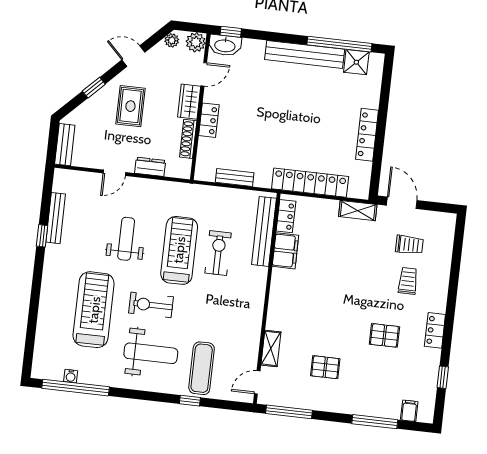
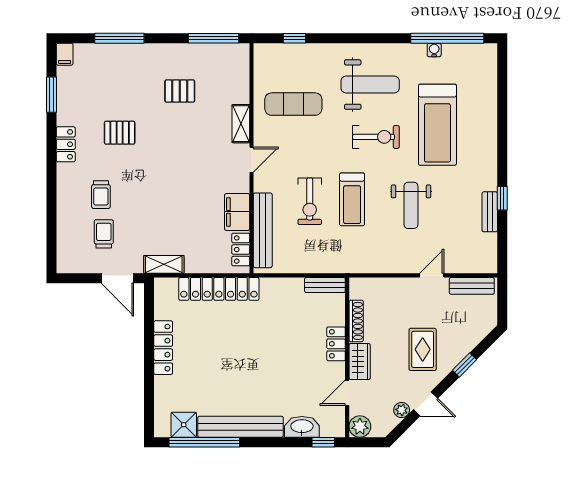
plant: (172, 40) -> (402, 410), moved
washbasin: (225, 45) -> (302, 427), moved
bench: (65, 145) -> (472, 286), moved, turned 90
dresser: (150, 167) -> (394, 286), removed
bench: (235, 178) -> (325, 285), moved
bench: (56, 218) -> (490, 212), width x0.73
trolley: (409, 245) -> (104, 234), turned 90
treadmill: (179, 250) -> (352, 199), width x0.73, depth x0.73
shelving: (271, 348) -> (241, 124), moved
weight bench: (151, 353) -> (370, 85), turned 180
exercise mat: (202, 368) -> (293, 104), moved, turned 90
water cooler: (71, 376) -> (434, 50), moved
window: (443, 377) -> (51, 95), width x1.50
door: (257, 382) -> (251, 160), moved
window: (190, 401) -> (294, 38), moved
filing cabinet: (409, 411) -> (65, 54), moved

